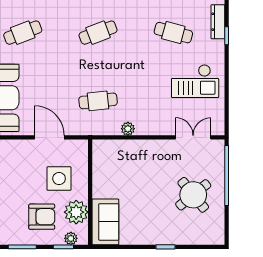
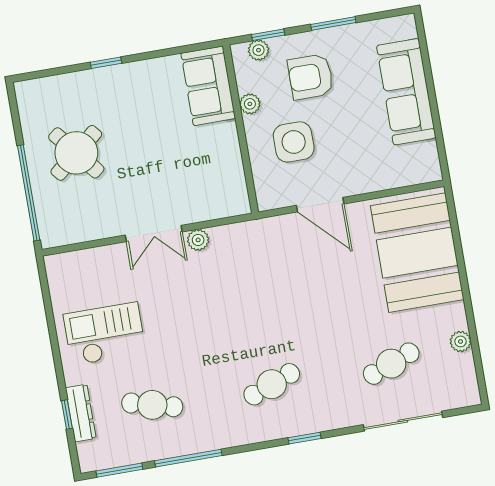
dresser: (218, 22) -> (81, 413), moved
cafe table: (98, 101) -> (253, 276), removed
double door: (193, 137) -> (154, 233), moved
plant: (76, 212) -> (250, 104), width x0.53, depth x0.53

